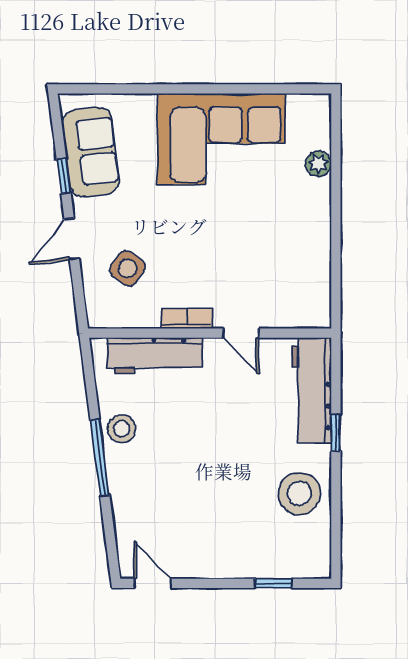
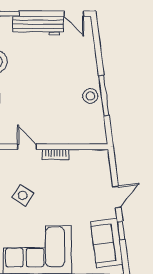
side table: (128, 268) -> (23, 195), moved
workbench: (154, 355) -> (38, 26), moved, turned 180
window: (100, 458) -> (104, 95), moved

